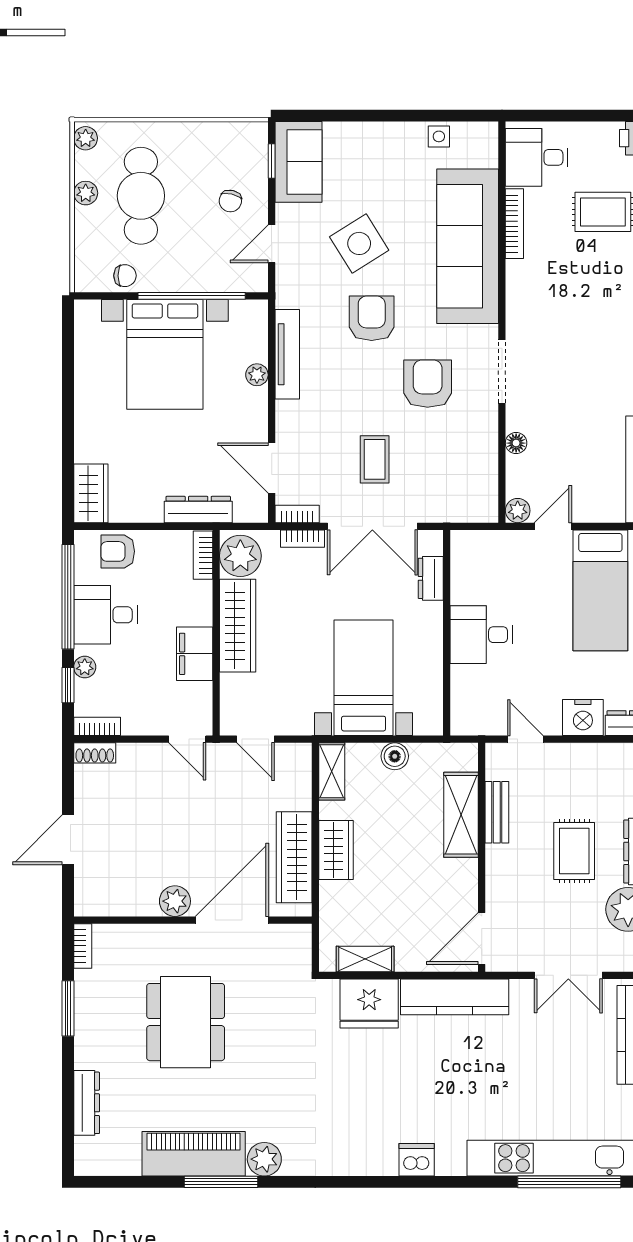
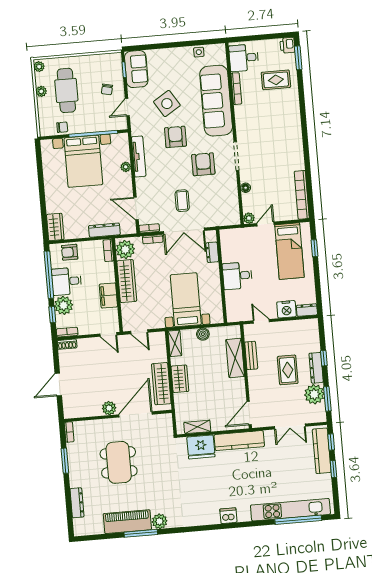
plant: (85, 667) -> (64, 305), width x1.88, depth x1.88

